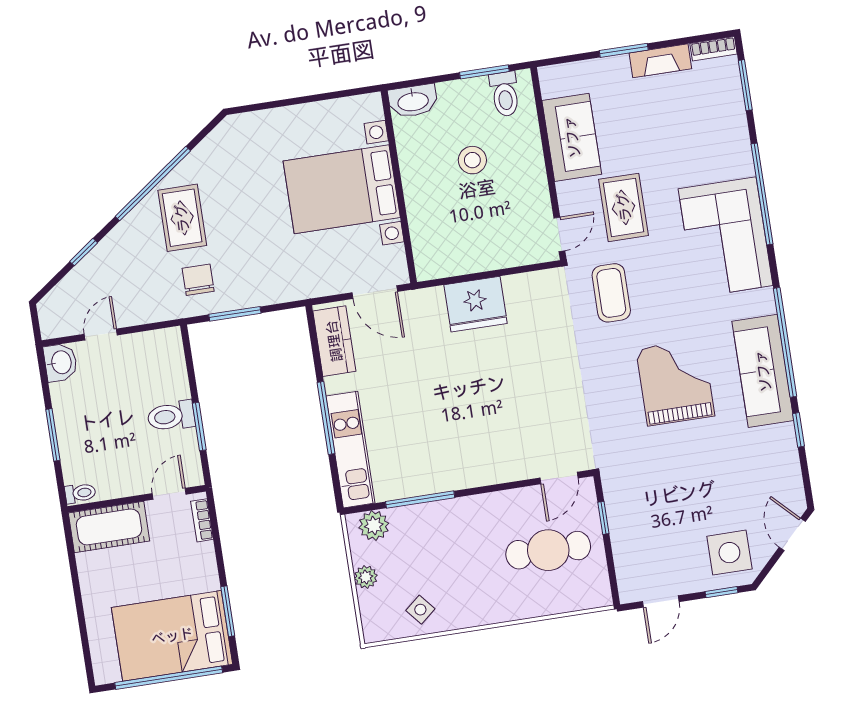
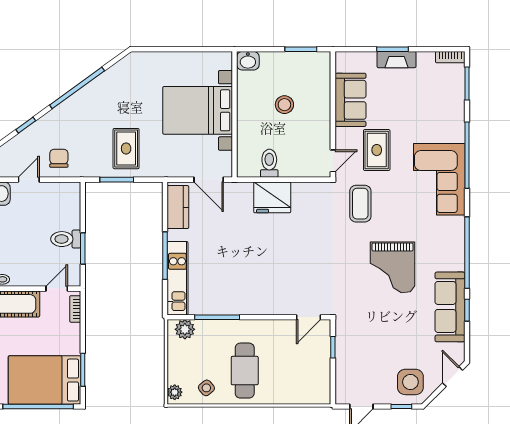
fireplace: (660, 61) -> (397, 60), moved
toilet: (505, 94) -> (269, 163), moved, turned 180
washbasin: (413, 101) -> (248, 61), width x0.72
rug: (182, 218) -> (126, 149), moved
chair: (198, 280) -> (59, 158), moved
sofa: (763, 371) -> (450, 307), moved
grand piano: (675, 382) -> (393, 267), turned 180
cafe table: (548, 550) -> (245, 371), moved, turned 90
plant: (366, 577) -> (175, 392), moved

